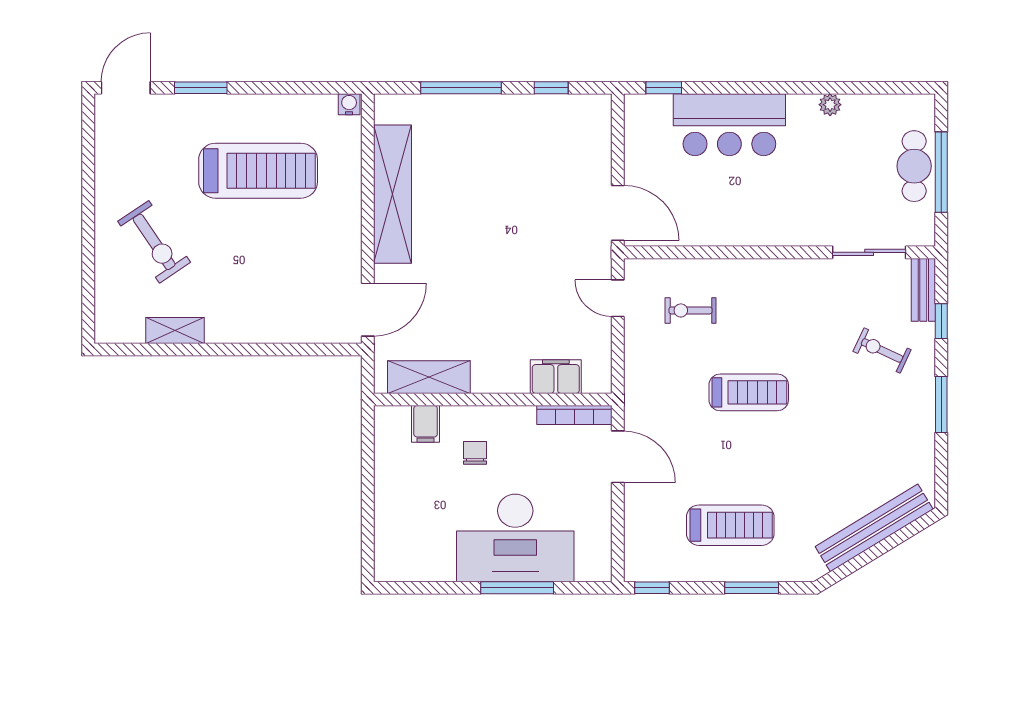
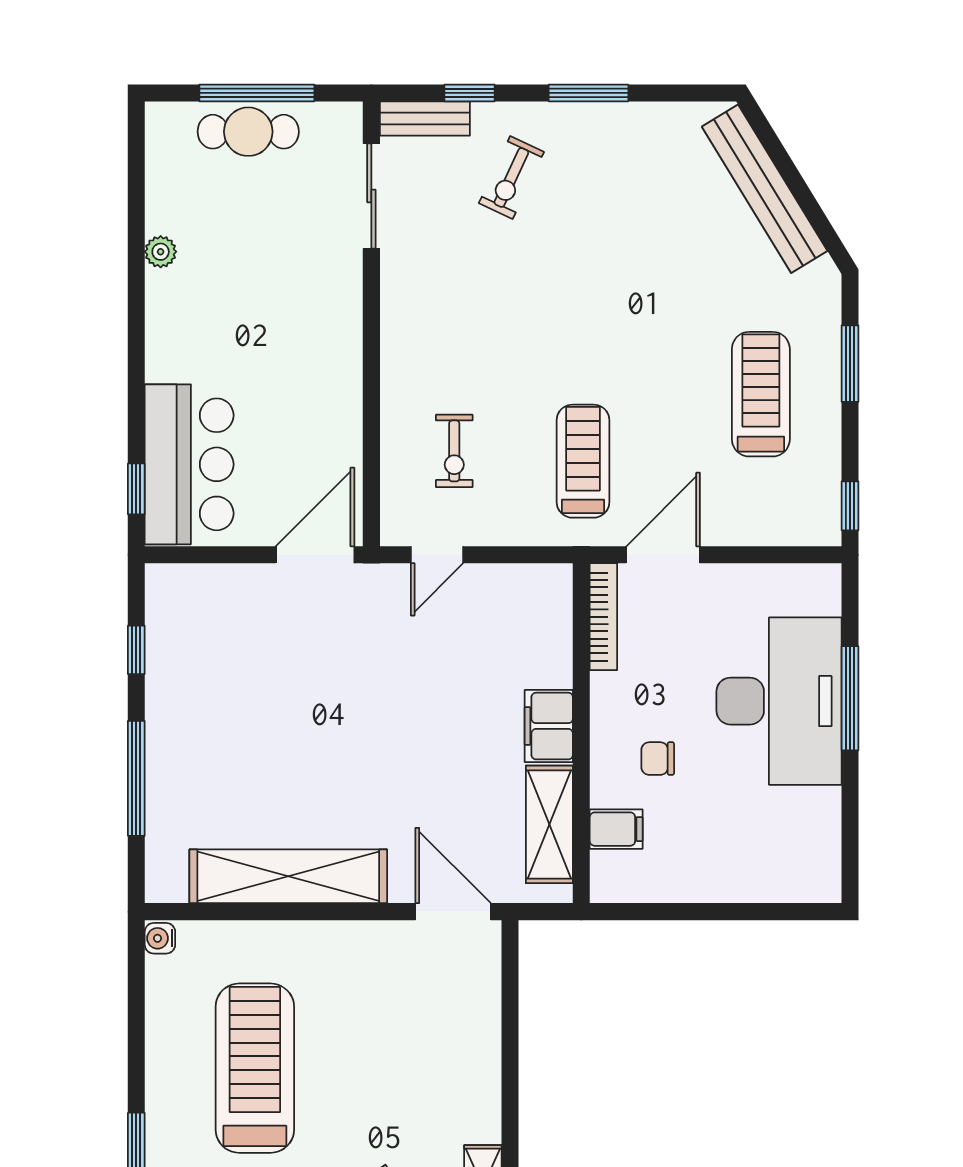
bar counter: (729, 125) -> (189, 464), moved
filing cabinet: (556, 377) -> (549, 726), moved
treadmill: (749, 392) -> (583, 461), moved

